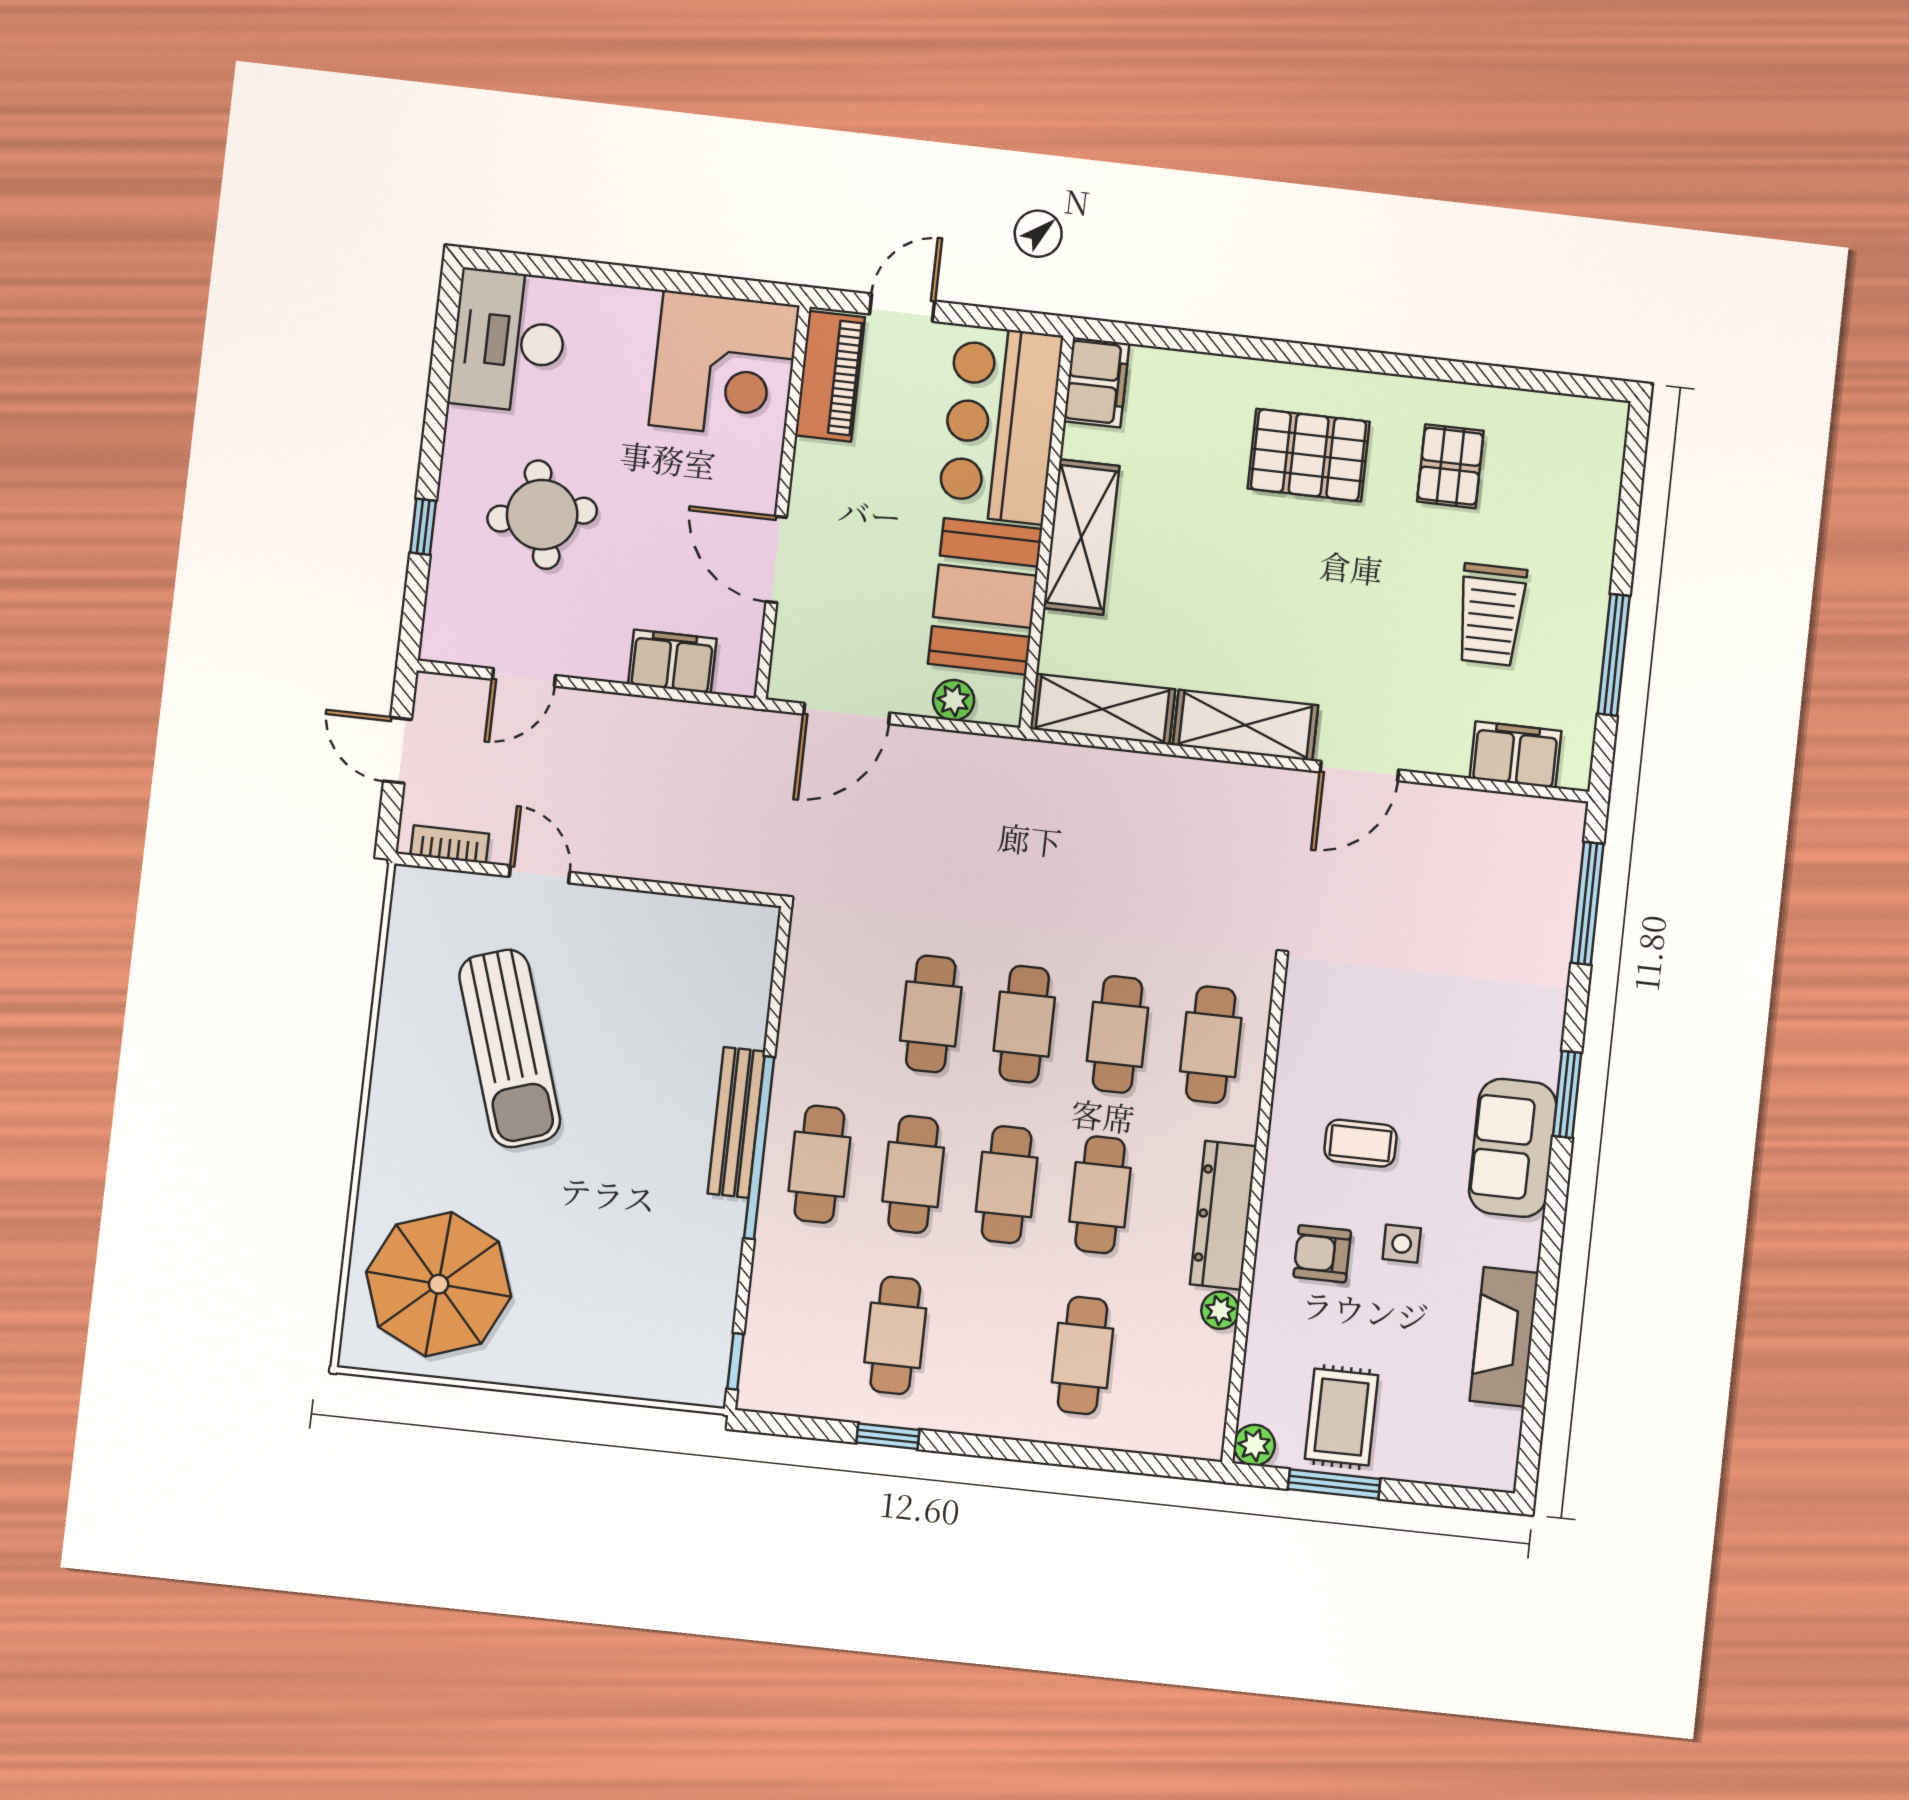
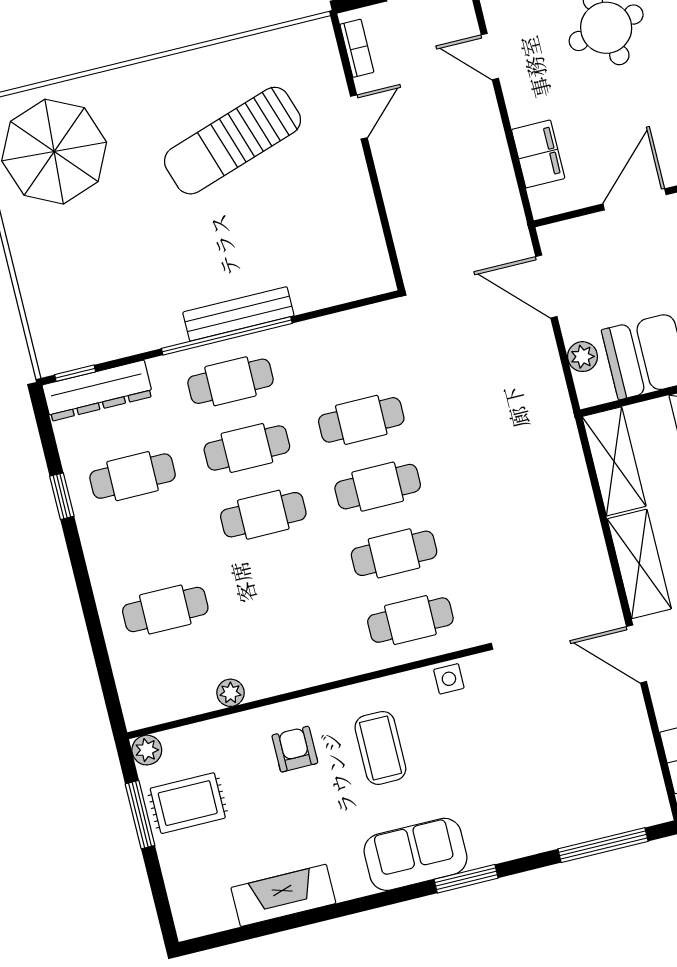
coffee table: (1360, 1143) -> (380, 748), width x1.36, depth x1.30
cafe table: (1100, 1195) -> (280, 581), removed
dresser: (1223, 1215) -> (98, 391), moved, turned 180
side table: (1402, 1244) -> (449, 679), moved

